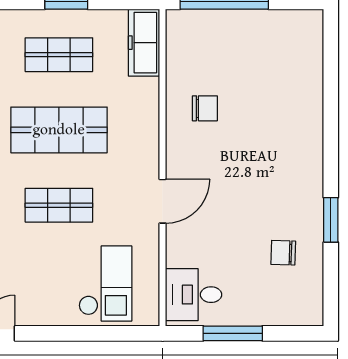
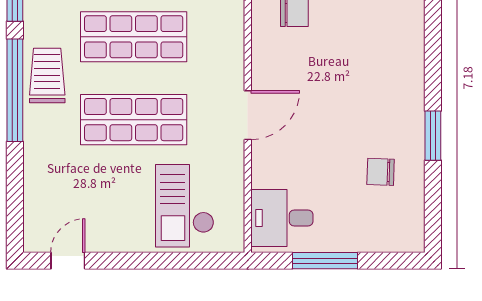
shop shelf: (59, 205) -> (134, 120), width x1.43, depth x1.36
checkout: (105, 284) -> (185, 206), turned 180

